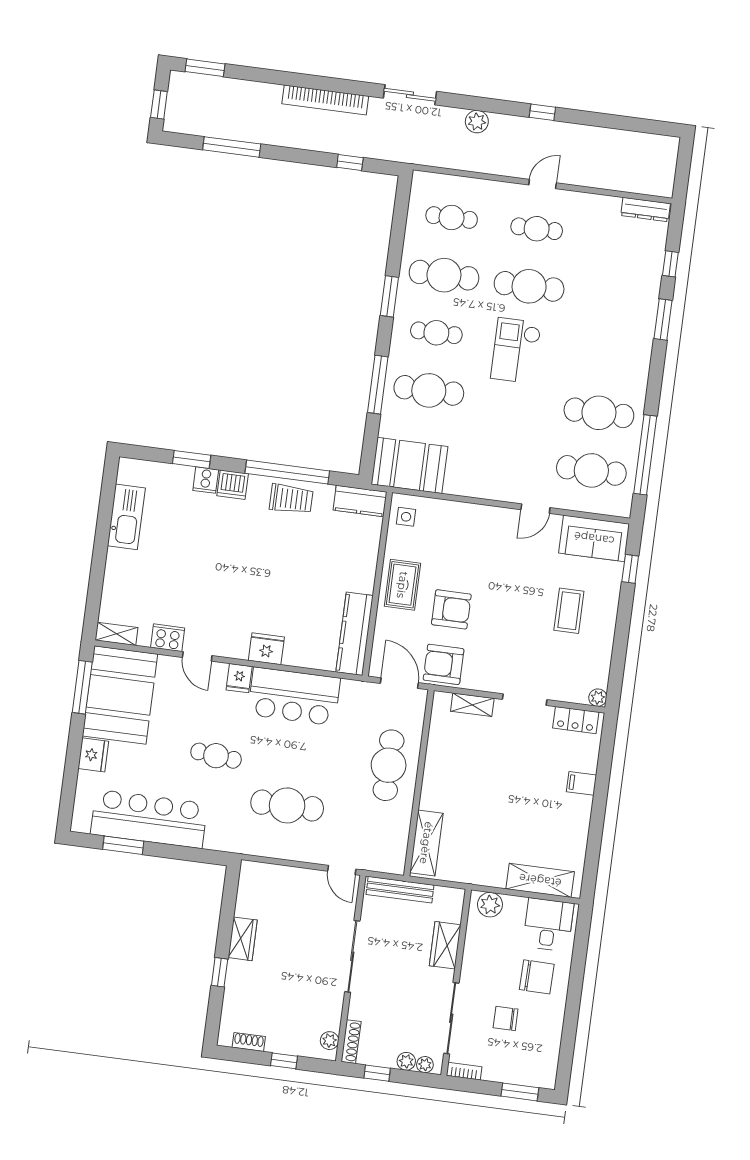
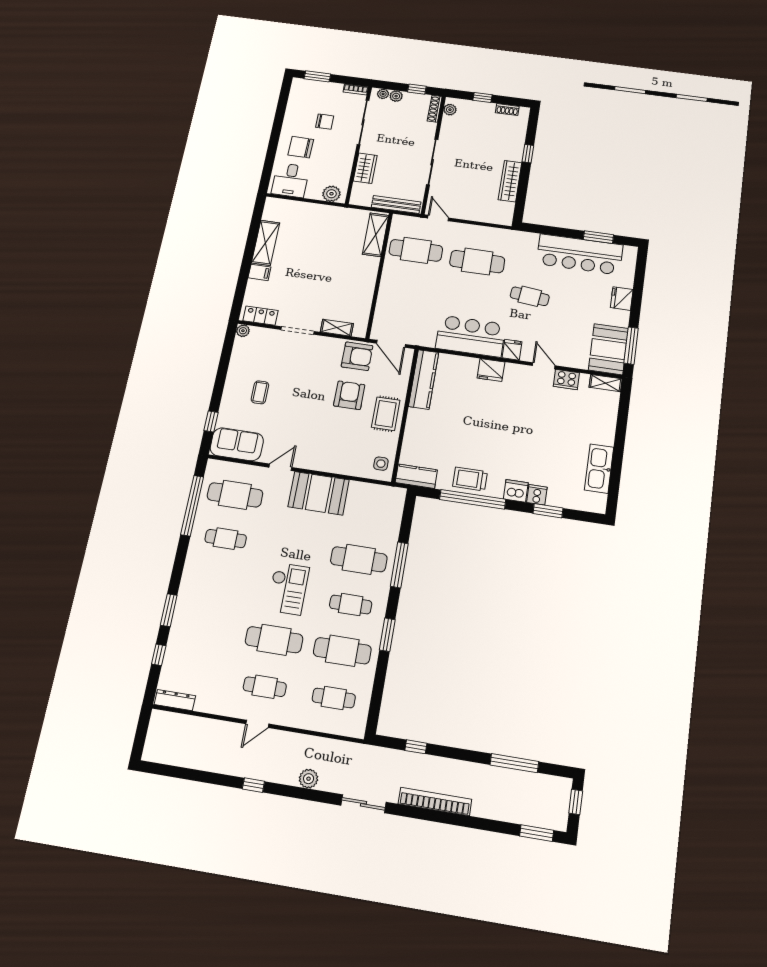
cafe table: (599, 413) -> (226, 539), width x0.73, depth x0.74
booth: (409, 465) -> (319, 493), moved
armchair: (451, 609) -> (349, 395), turned 90
coffee table: (569, 611) -> (260, 392), width x0.73, depth x0.77
booth: (120, 695) -> (608, 349), width x0.73, depth x0.70
cafe table: (389, 765) -> (416, 250), moved, turned 90
shelving: (540, 880) -> (265, 243), moved, turned 90
wardrobe: (243, 939) -> (510, 181), width x1.50

